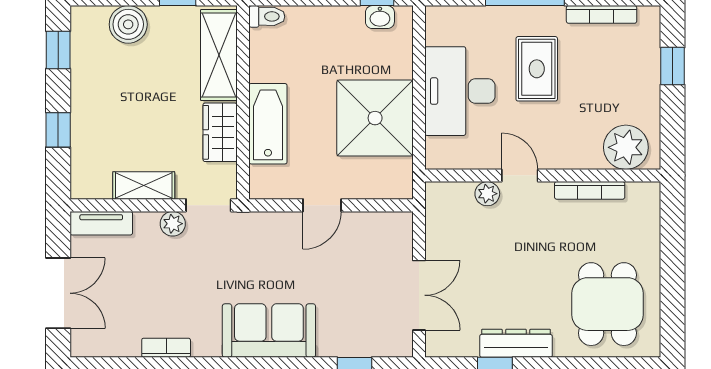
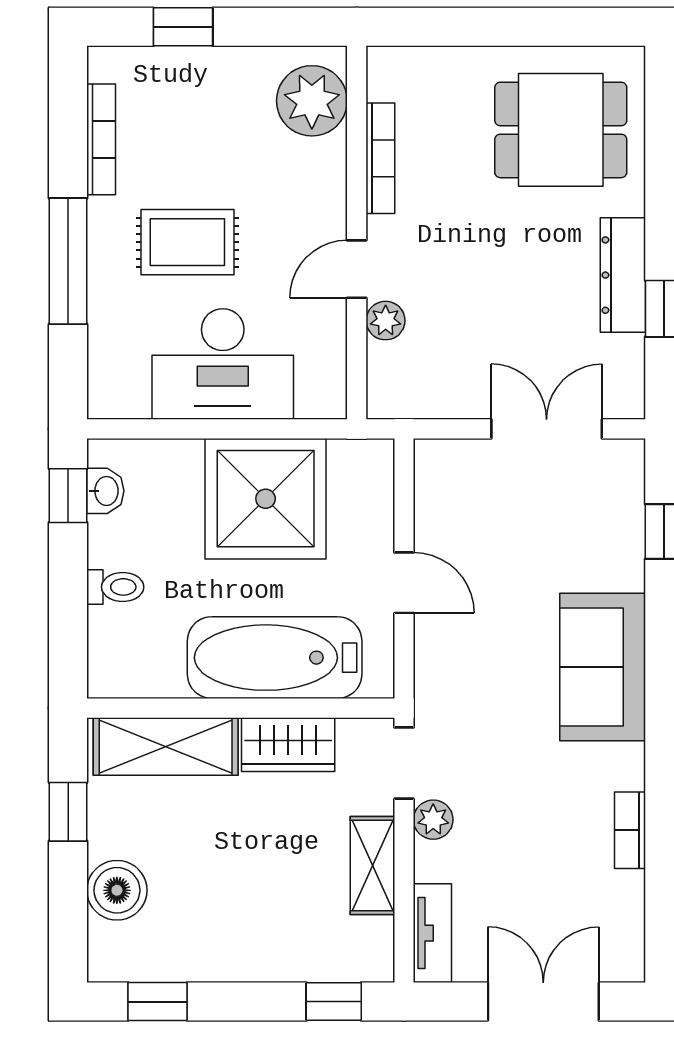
toilet: (267, 16) -> (115, 587), moved, turned 90
bathtub: (268, 124) -> (275, 658), width x1.36, depth x1.36
window: (58, 130) -> (334, 1002), moved

